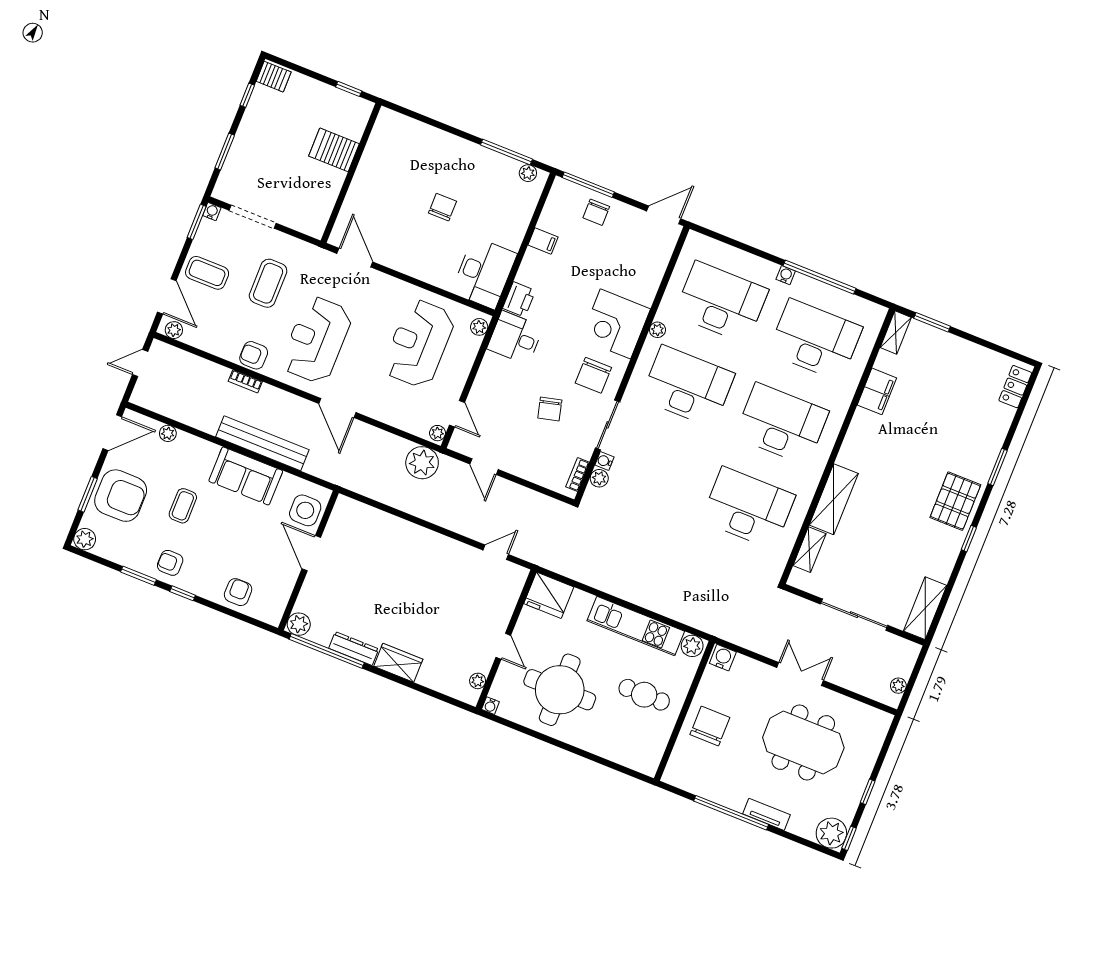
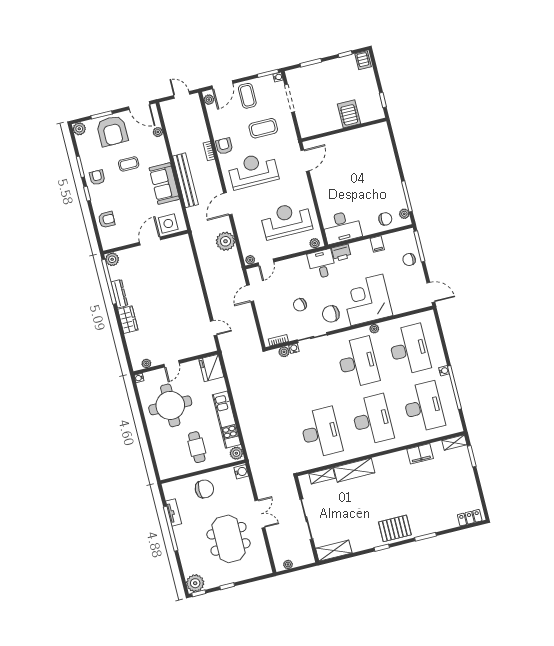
chair: (442, 207) -> (385, 219), moved
corner desk: (615, 324) -> (367, 300), width x1.36, depth x1.36
plant: (422, 463) -> (226, 241), moved
tv unit: (766, 814) -> (174, 512), moved

